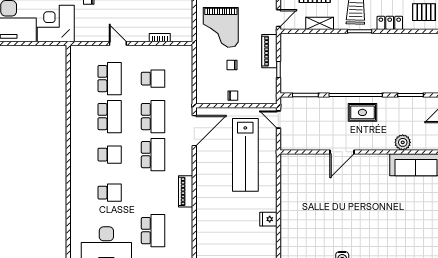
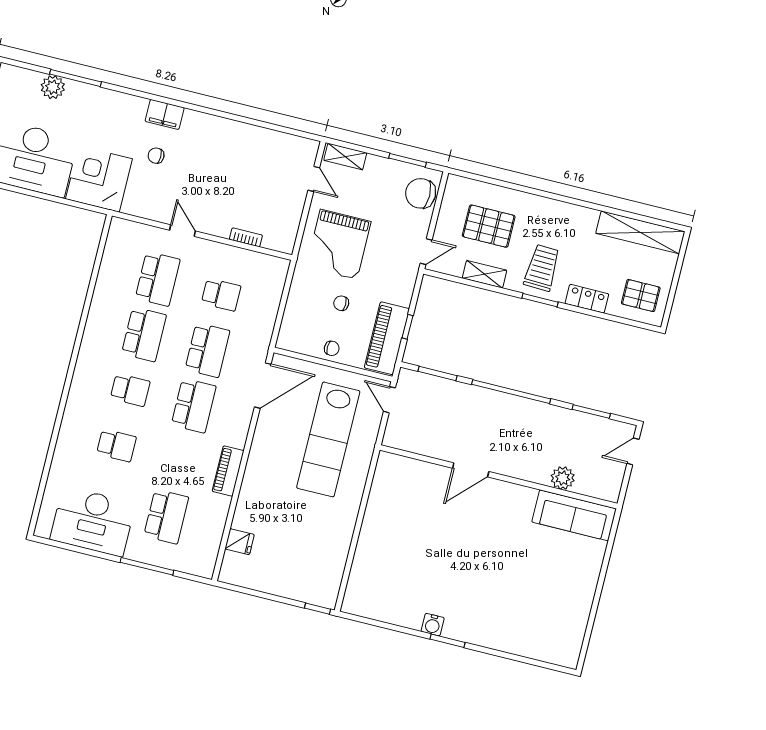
piano: (269, 51) -> (387, 338), moved, width x1.37, depth x1.33
rug: (362, 112) -> (515, 420), removed
fridge: (268, 219) -> (240, 542), moved, turned 180

